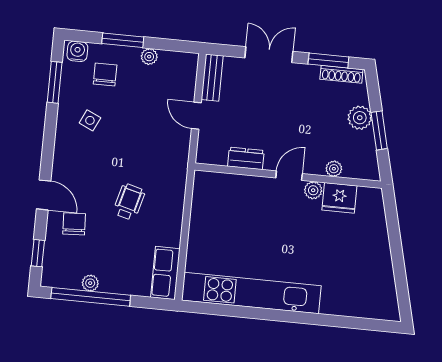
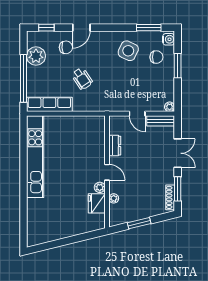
plant: (149, 57) -> (170, 107), moved
door: (196, 116) -> (137, 114), swing flipped
plant: (360, 118) -> (146, 211), removed
side table: (90, 120) -> (128, 51), width x1.87, depth x1.87
wheelchair: (129, 202) -> (82, 79), turned 41
row of seats: (165, 273) -> (49, 104), width x1.48
plant: (90, 283) -> (36, 56), width x1.88, depth x1.88
window: (91, 297) -> (23, 78), moved

